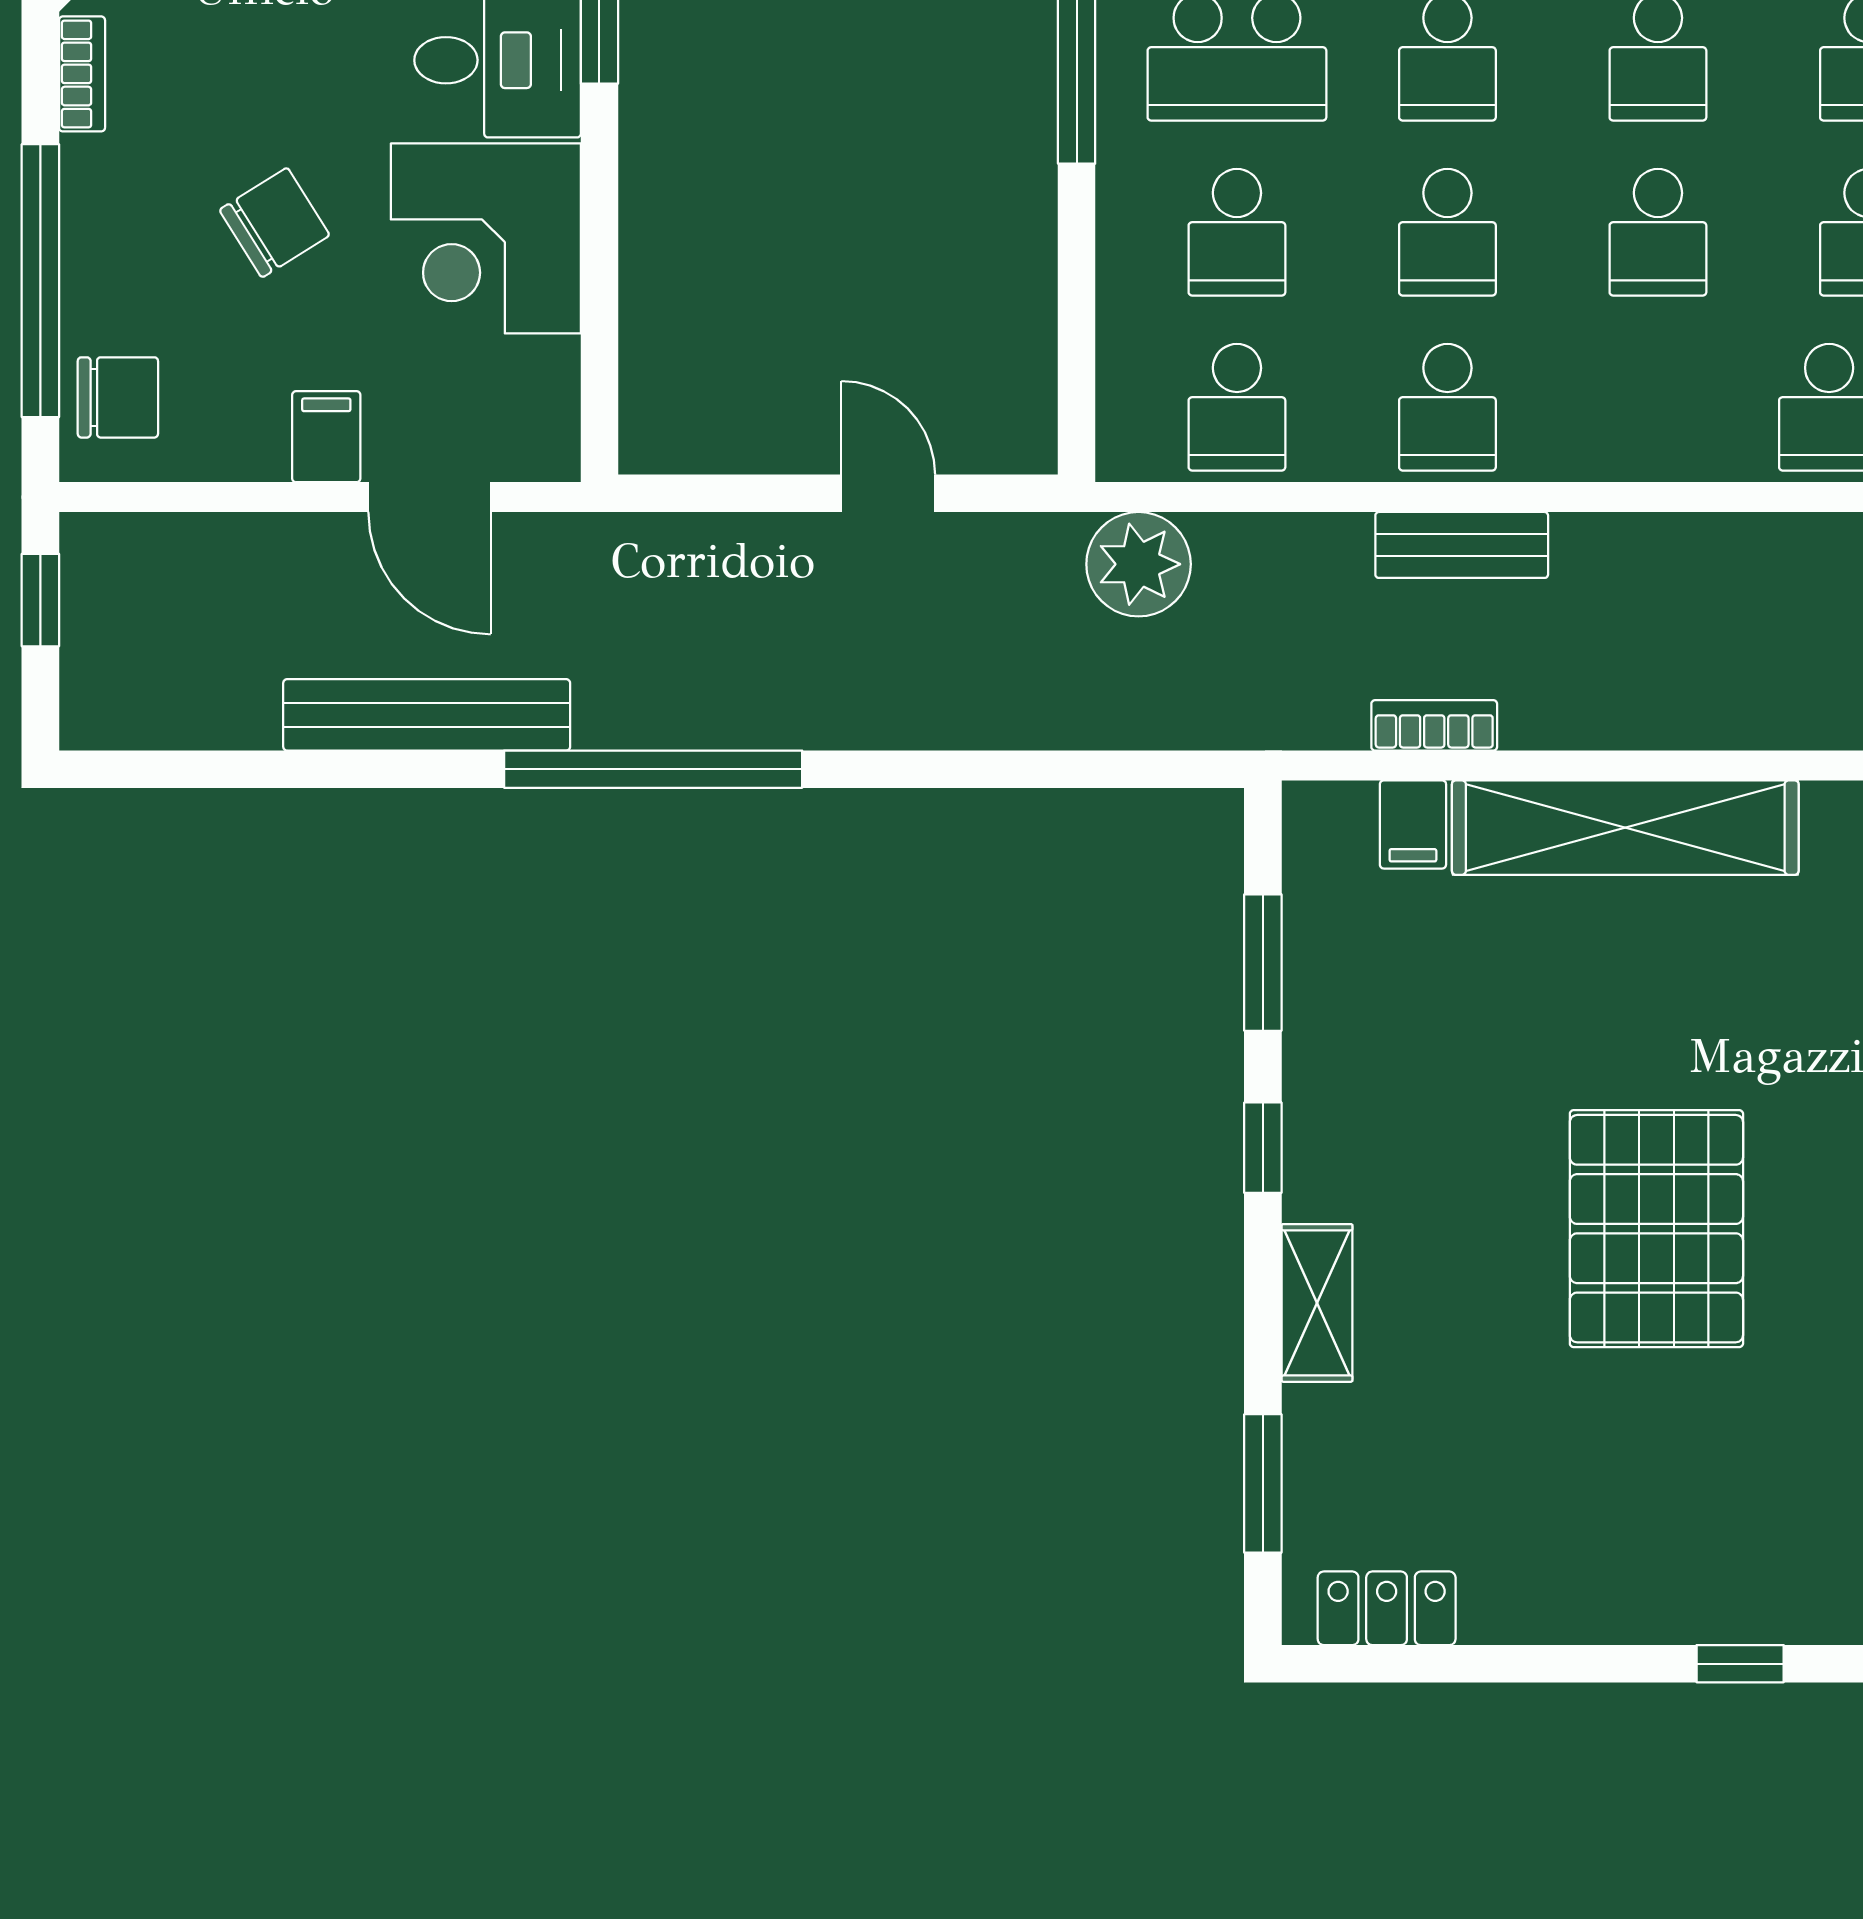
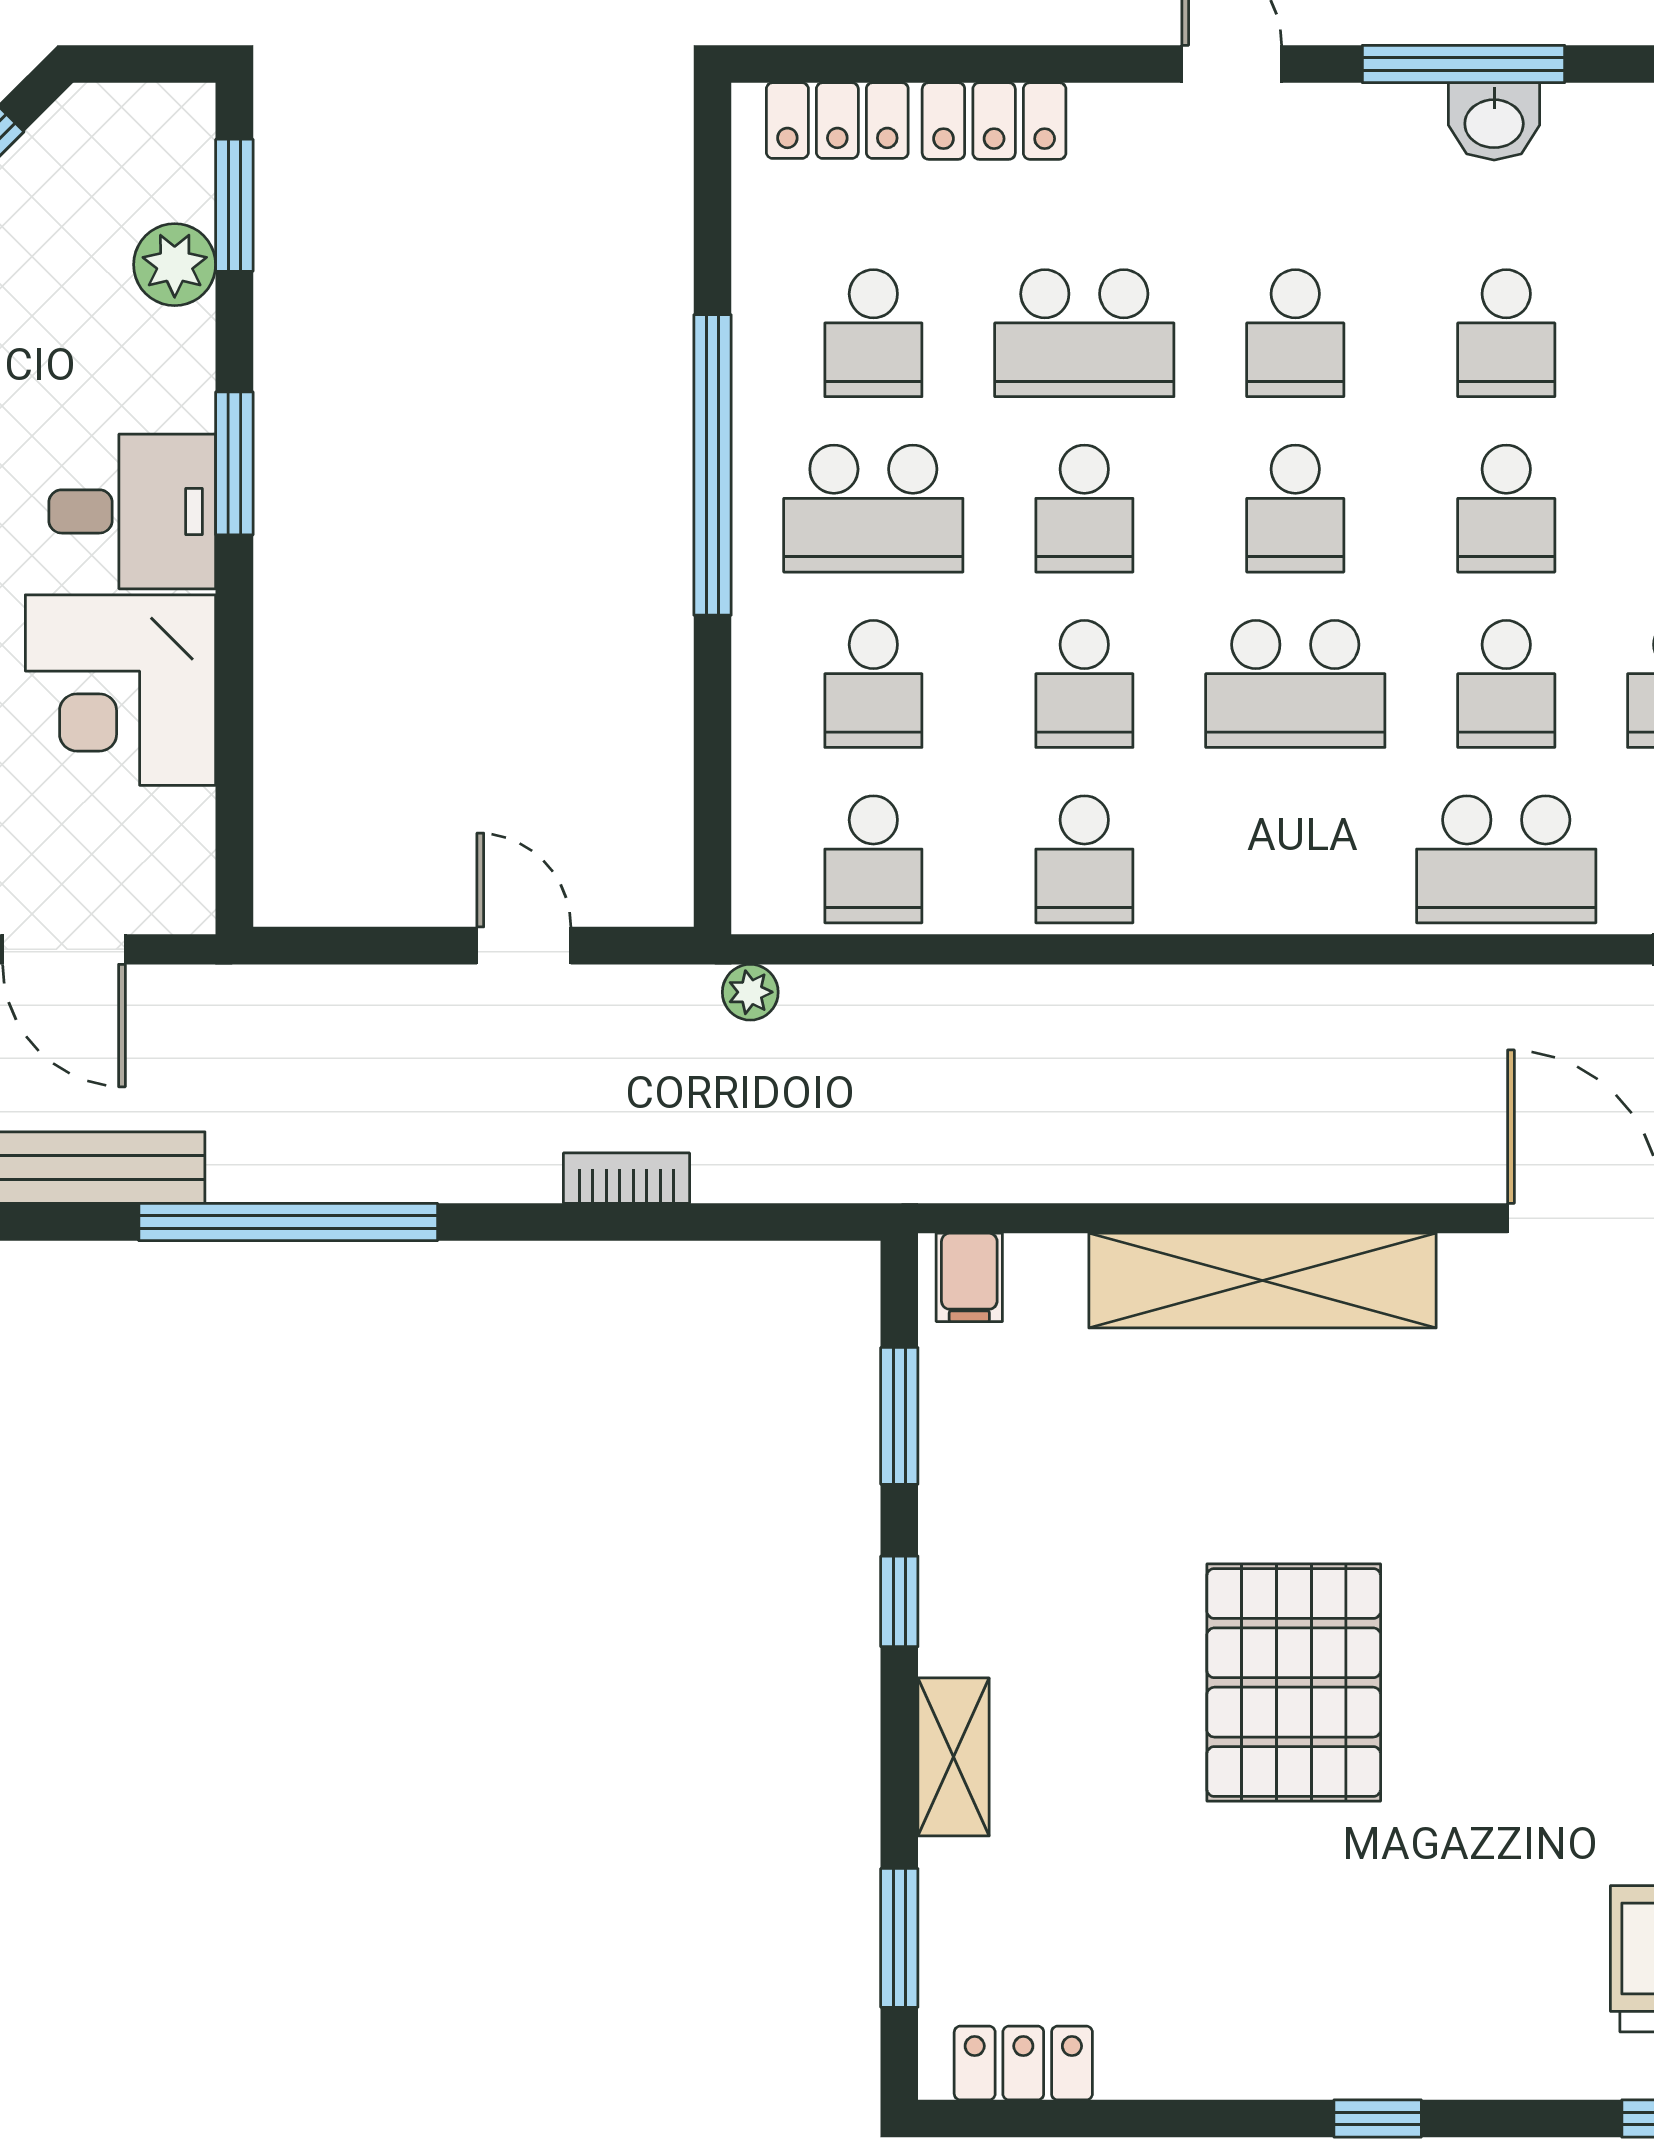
school desk: (1658, 232) -> (1295, 684), width x1.85
bench: (1462, 545) -> (1099, 997), removed
plant: (1139, 564) -> (750, 992), width x0.53, depth x0.53
bookcase: (1434, 725) -> (626, 1178), moved
filing cabinet: (1413, 824) -> (969, 1277), moved

